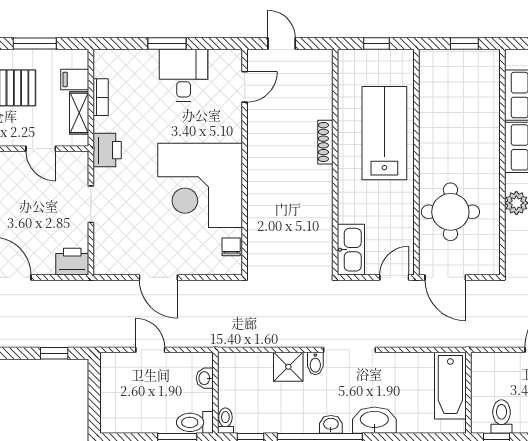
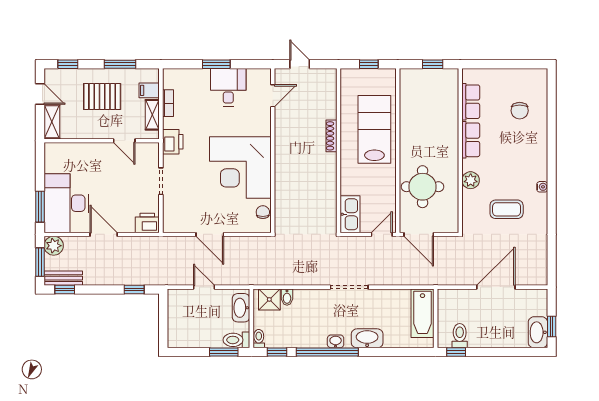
bidet: (315, 363) -> (287, 297), moved
shower: (288, 367) -> (269, 299), moved
washbasin: (205, 378) -> (241, 308), width x1.91, depth x1.45

